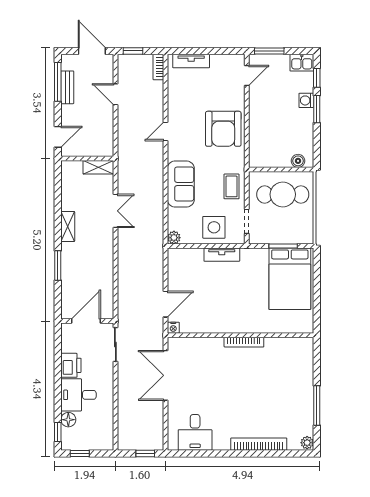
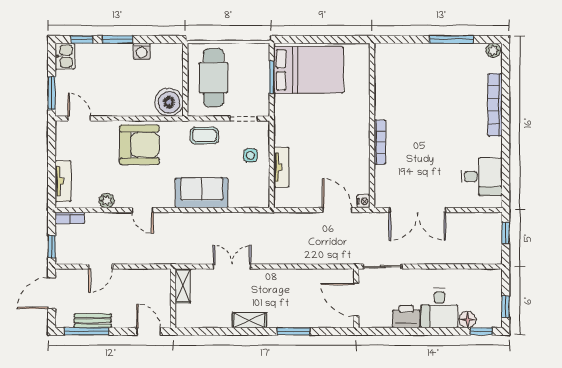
washing machine: (306, 100) -> (142, 51), moved
boiler: (298, 161) -> (169, 102), moved, width x1.86, depth x1.86
side table: (214, 227) -> (250, 155), width x0.54, depth x0.54
plant: (174, 238) -> (107, 201), moved
tv unit: (222, 255) -> (281, 167), moved
bookcase: (244, 342) -> (380, 142), moved

